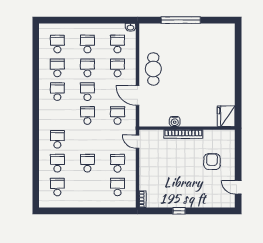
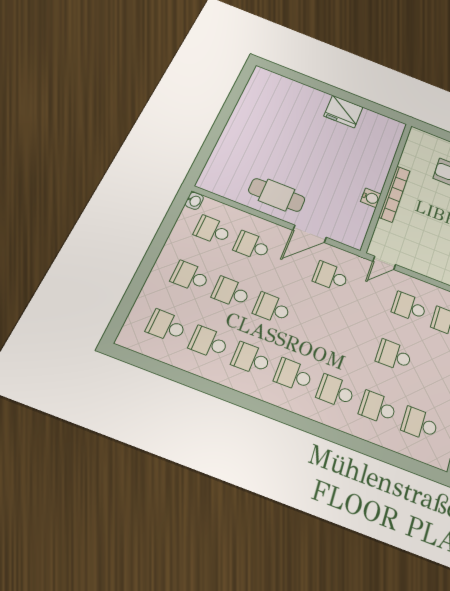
window: (181, 20) -> (217, 129), removed
school desk: (87, 115) -> (293, 375), moved
fridge: (226, 116) -> (343, 112), moved

